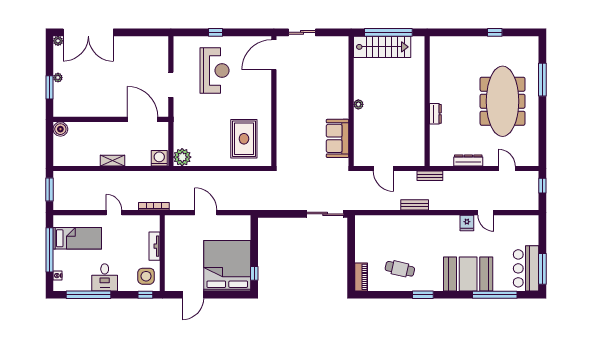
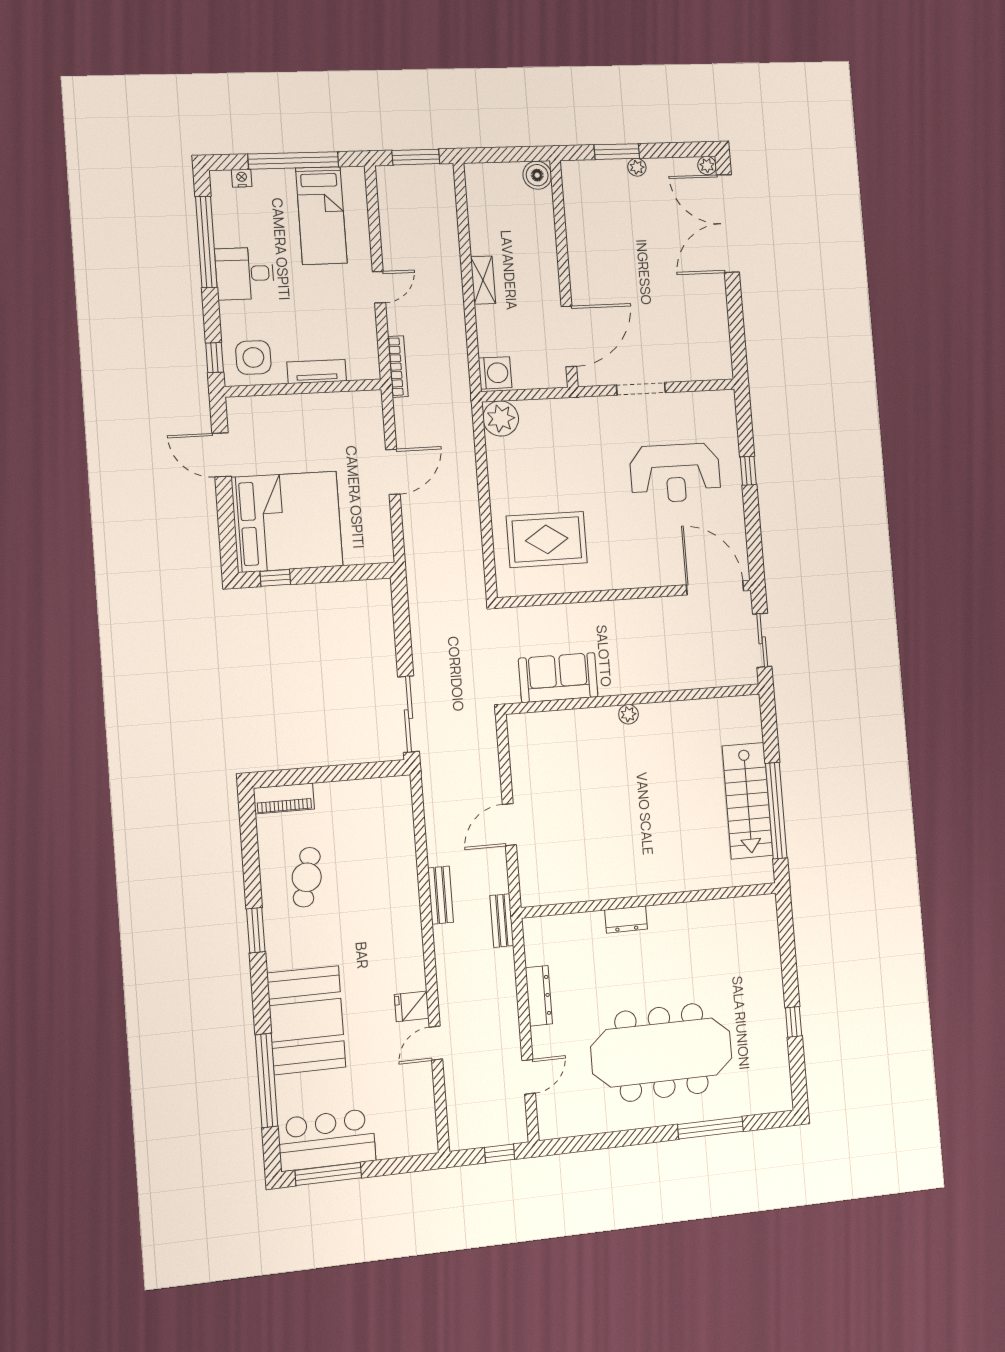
wall: (351, 101) -> (634, 699), moved
plant: (358, 104) -> (628, 714), moved
sofa: (338, 138) -> (558, 678), moved

